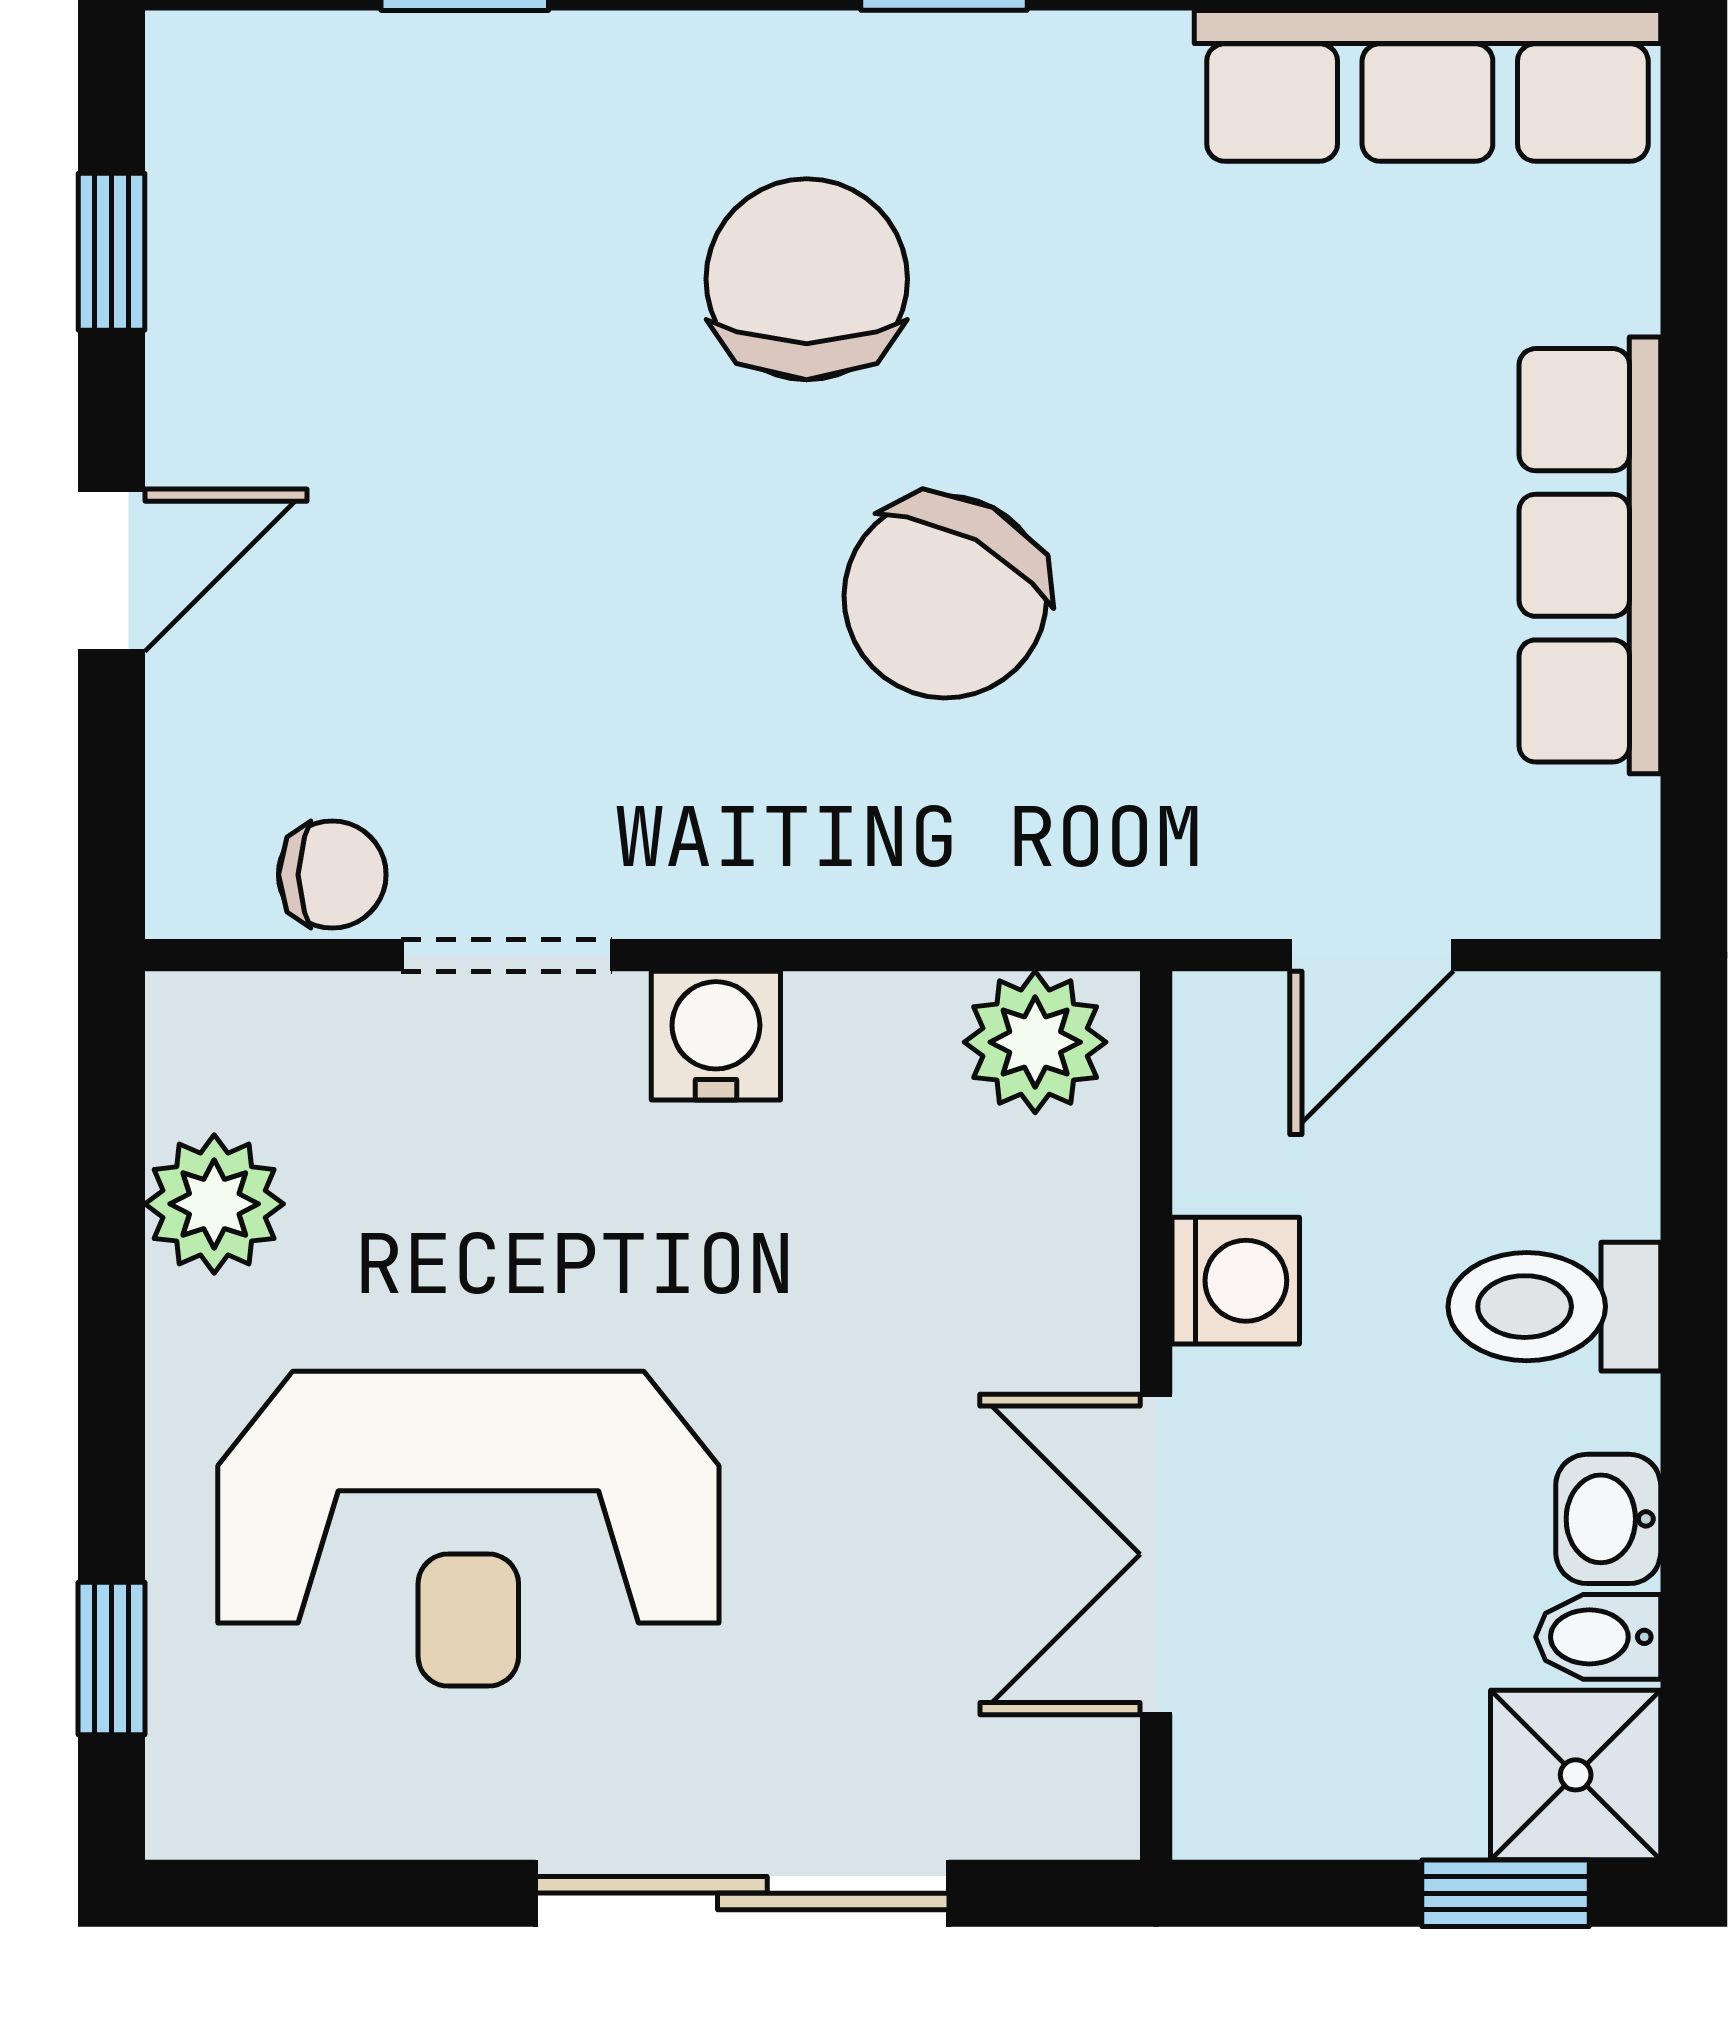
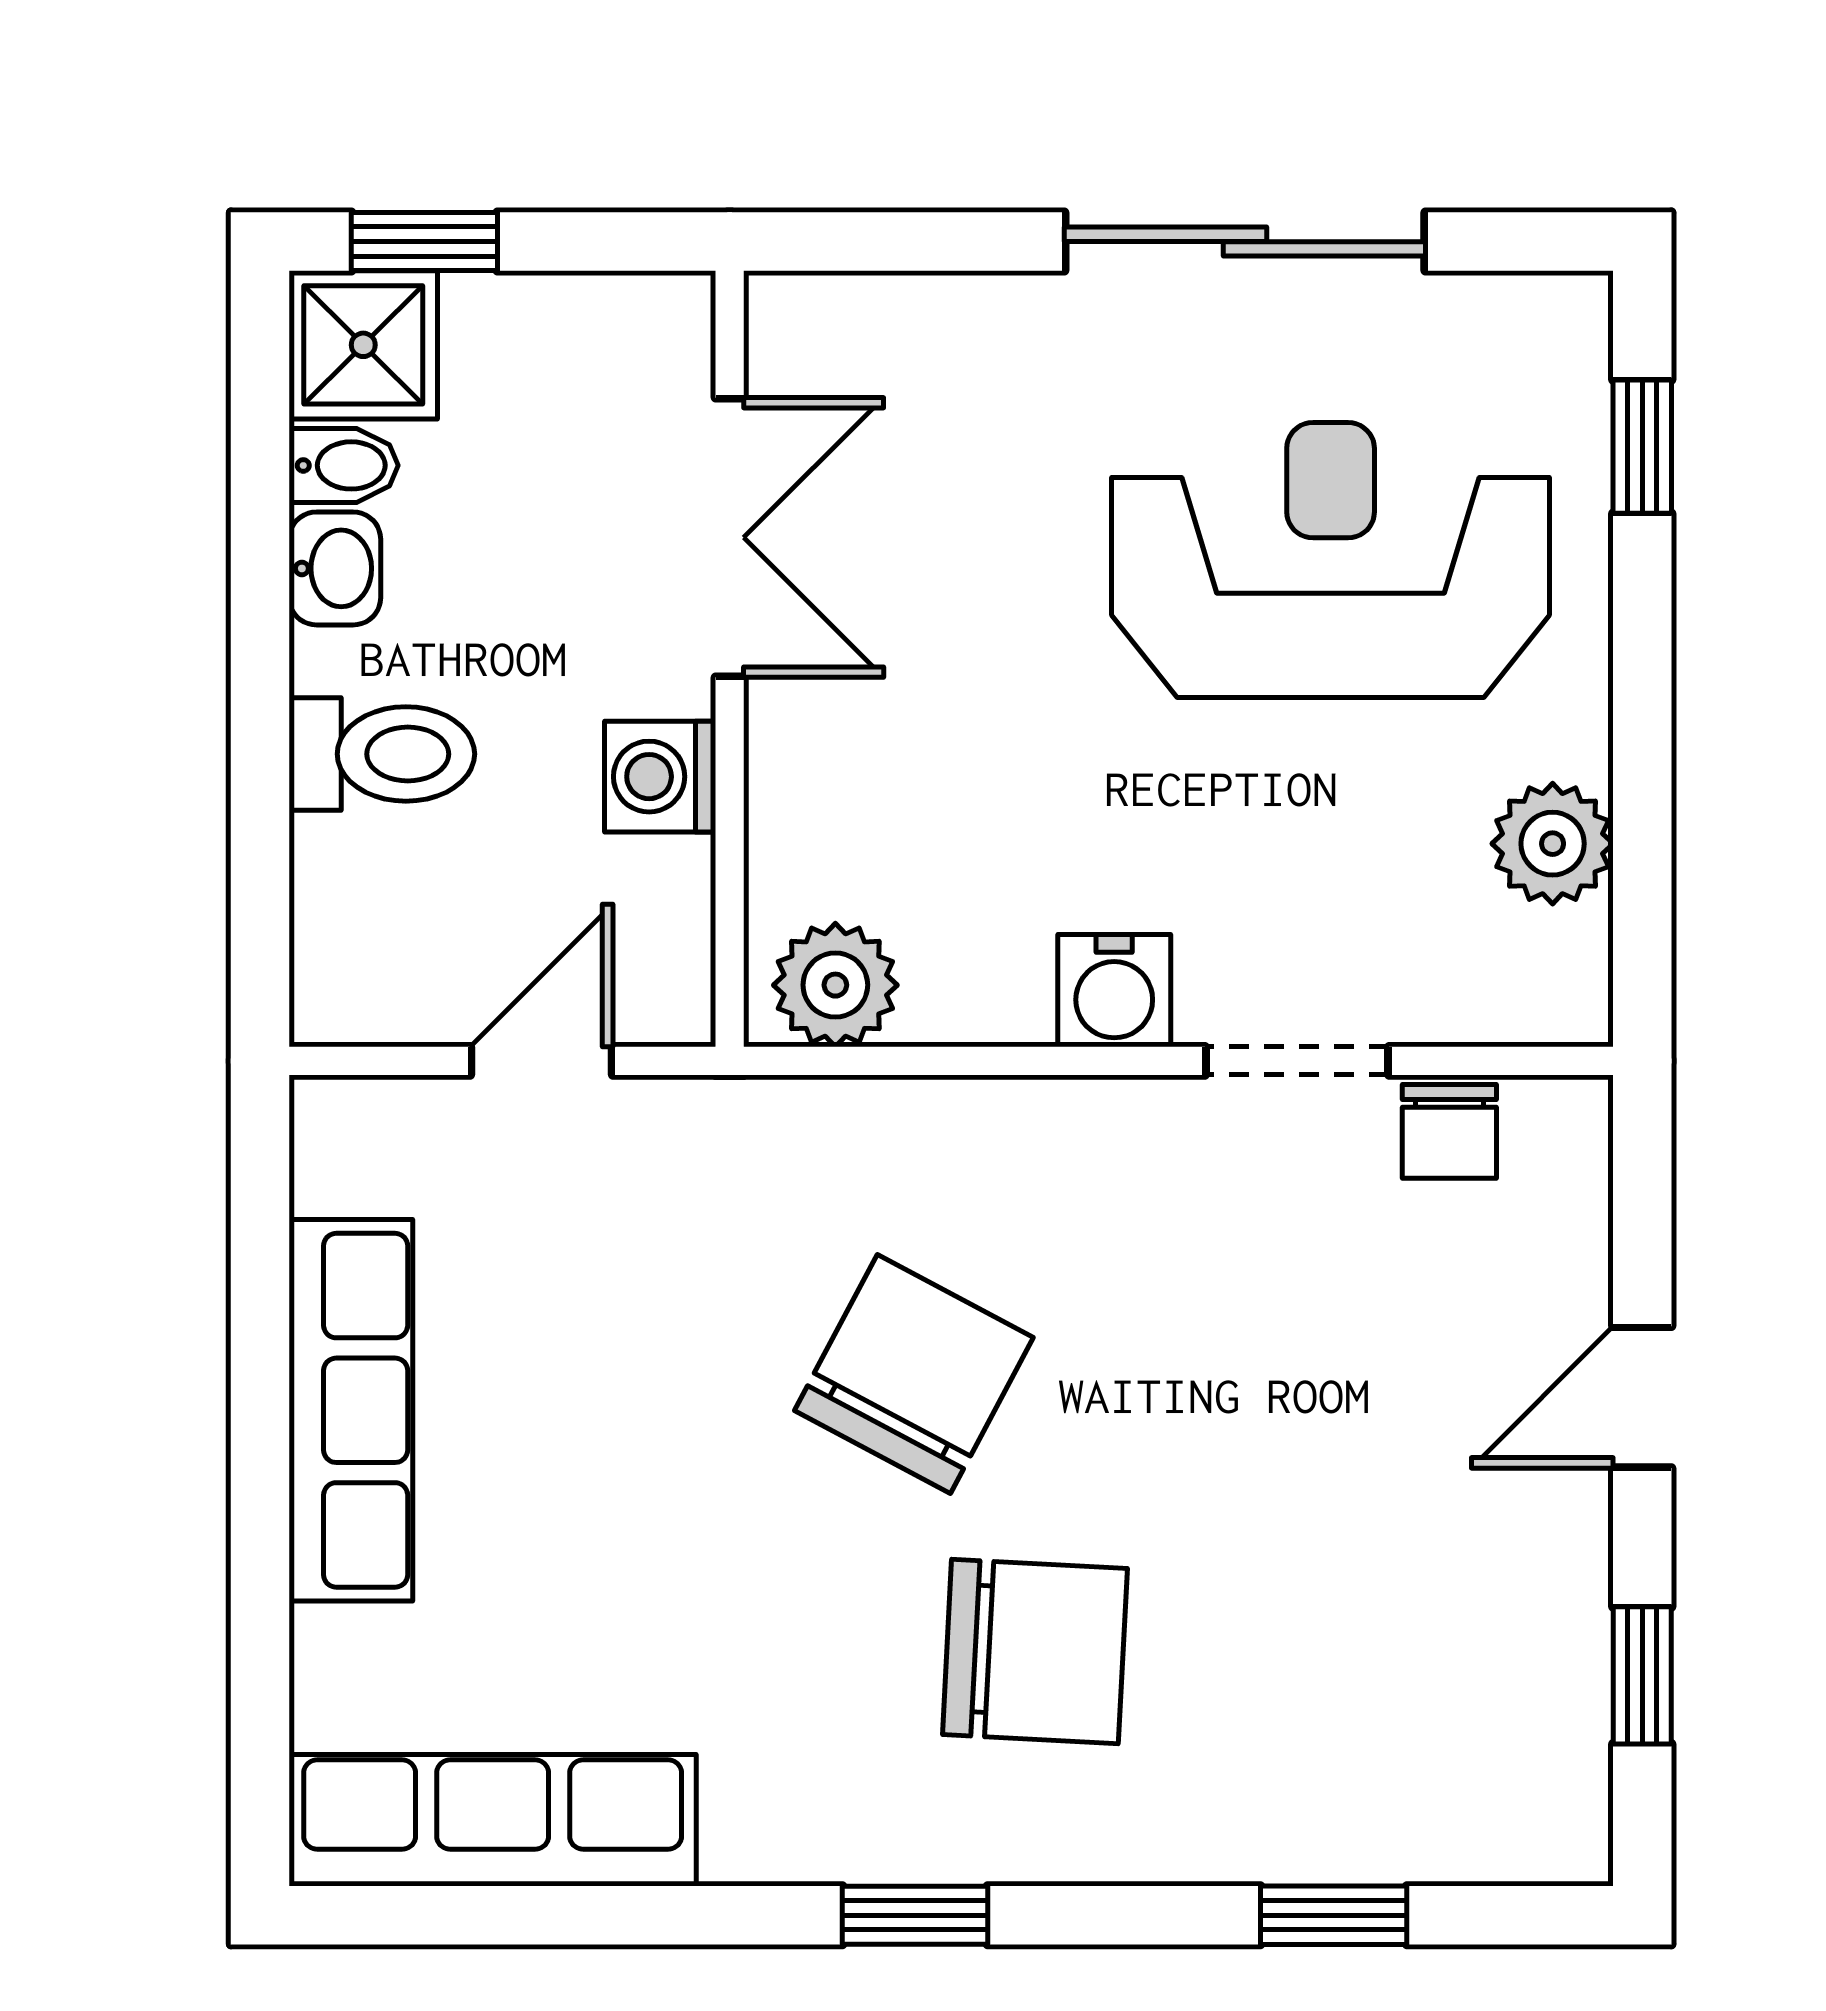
chair: (807, 279) -> (1035, 1651), turned -87
chair: (332, 875) -> (1449, 1131), turned -90
sliding door: (742, 1893) -> (1245, 242), moved

